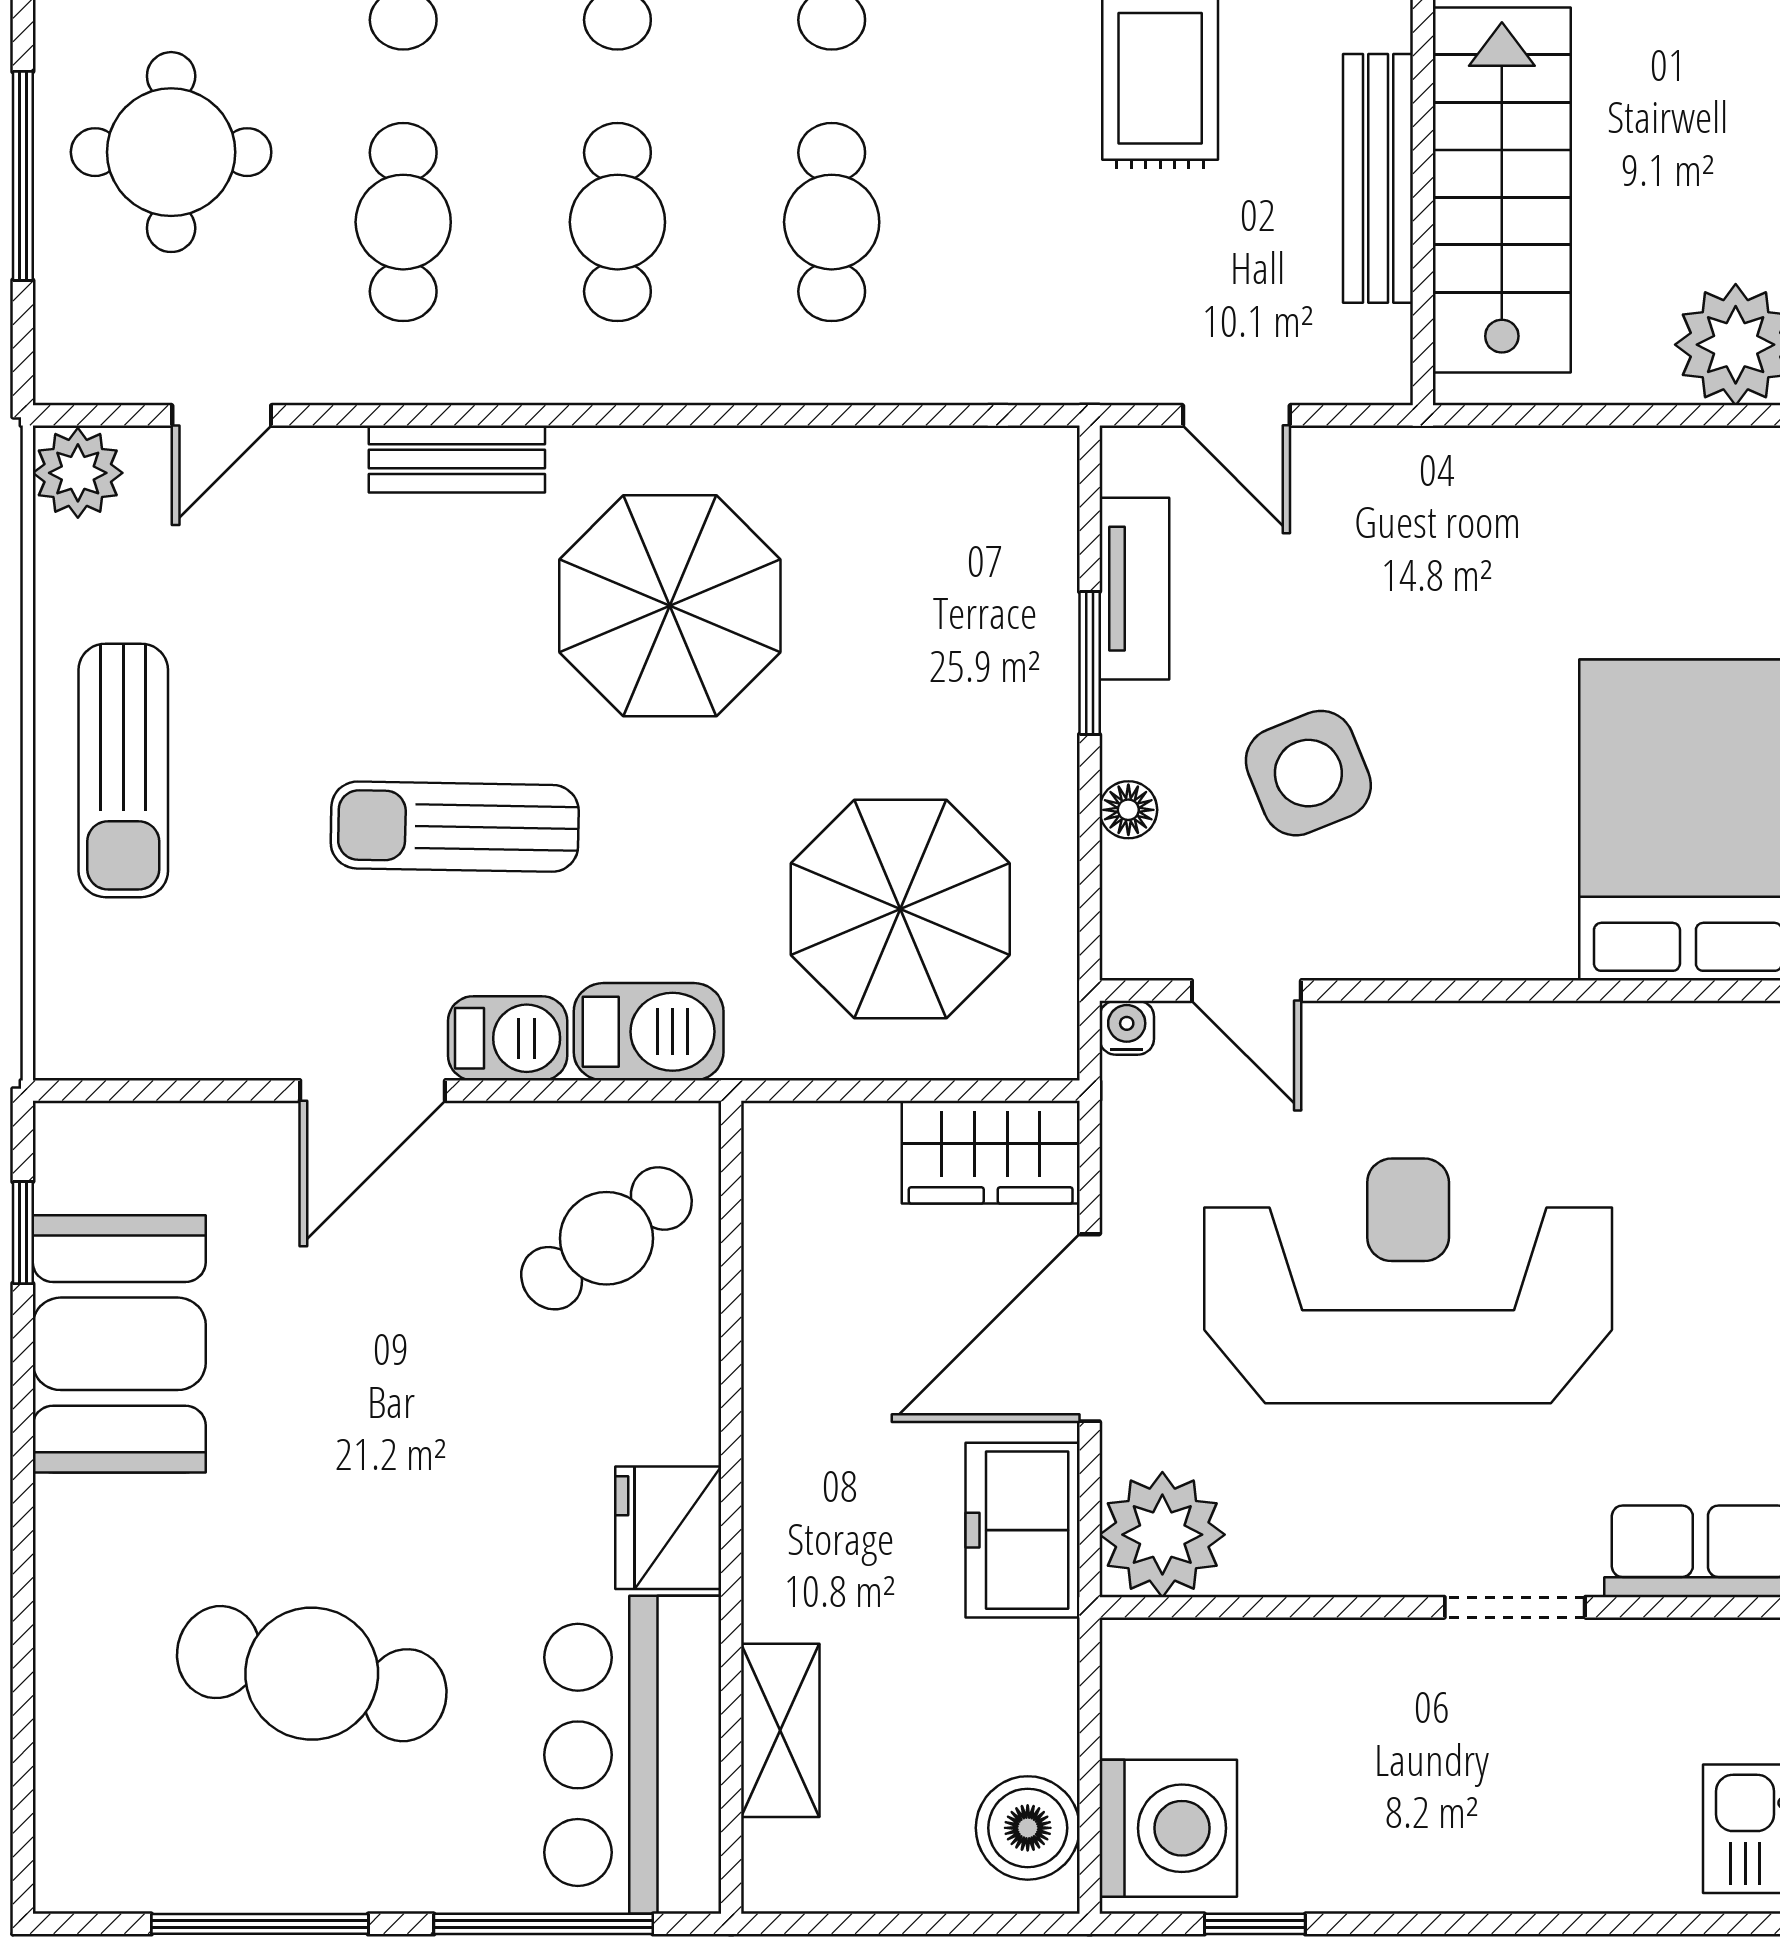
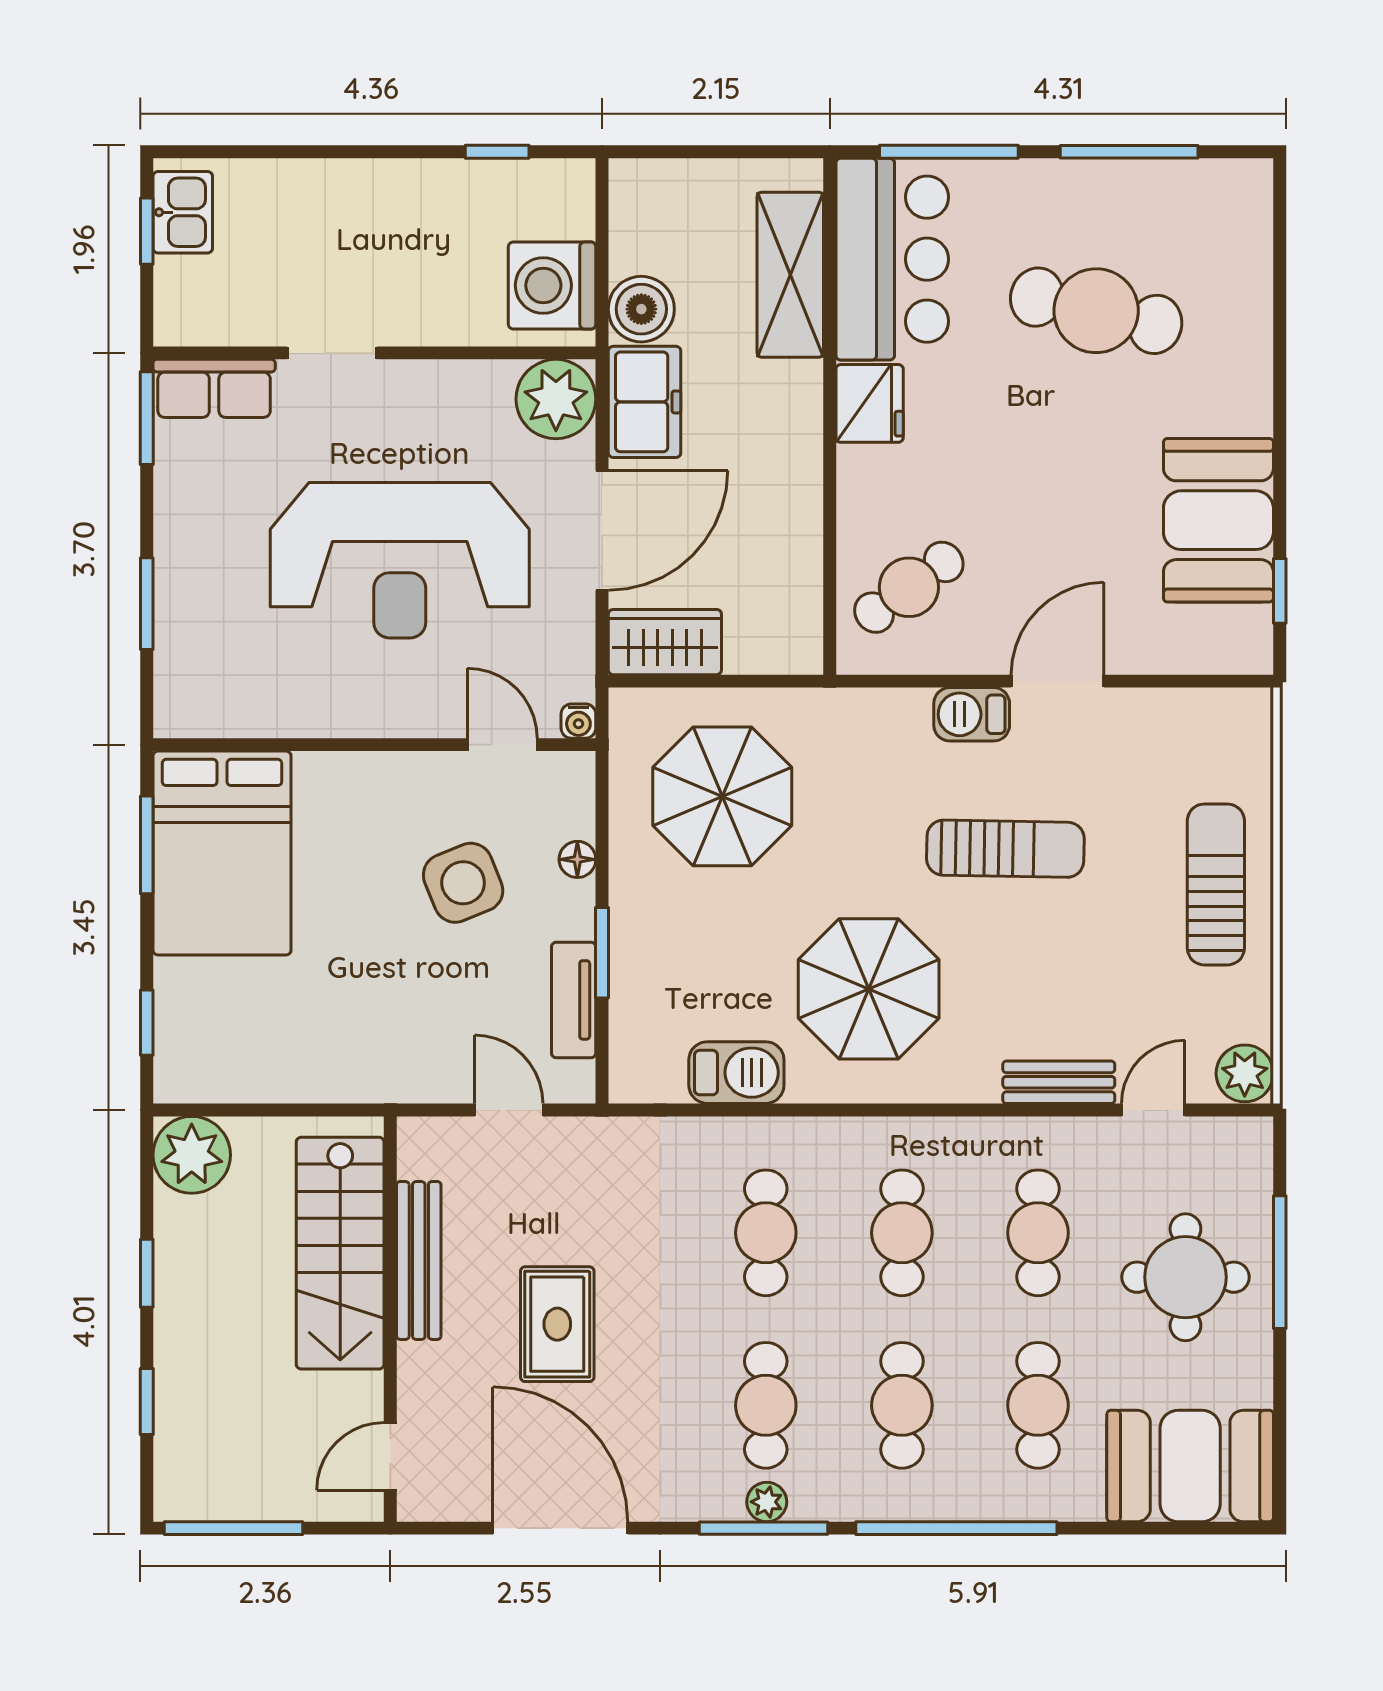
bench: (457, 459) -> (1059, 1082), moved
barbecue: (649, 1032) -> (736, 1073), moved, turned 180
shelving: (780, 1730) -> (790, 275), width x1.50, depth x1.33
boiler: (1028, 1828) -> (641, 309), moved
washing machine: (1168, 1828) -> (552, 285), moved

